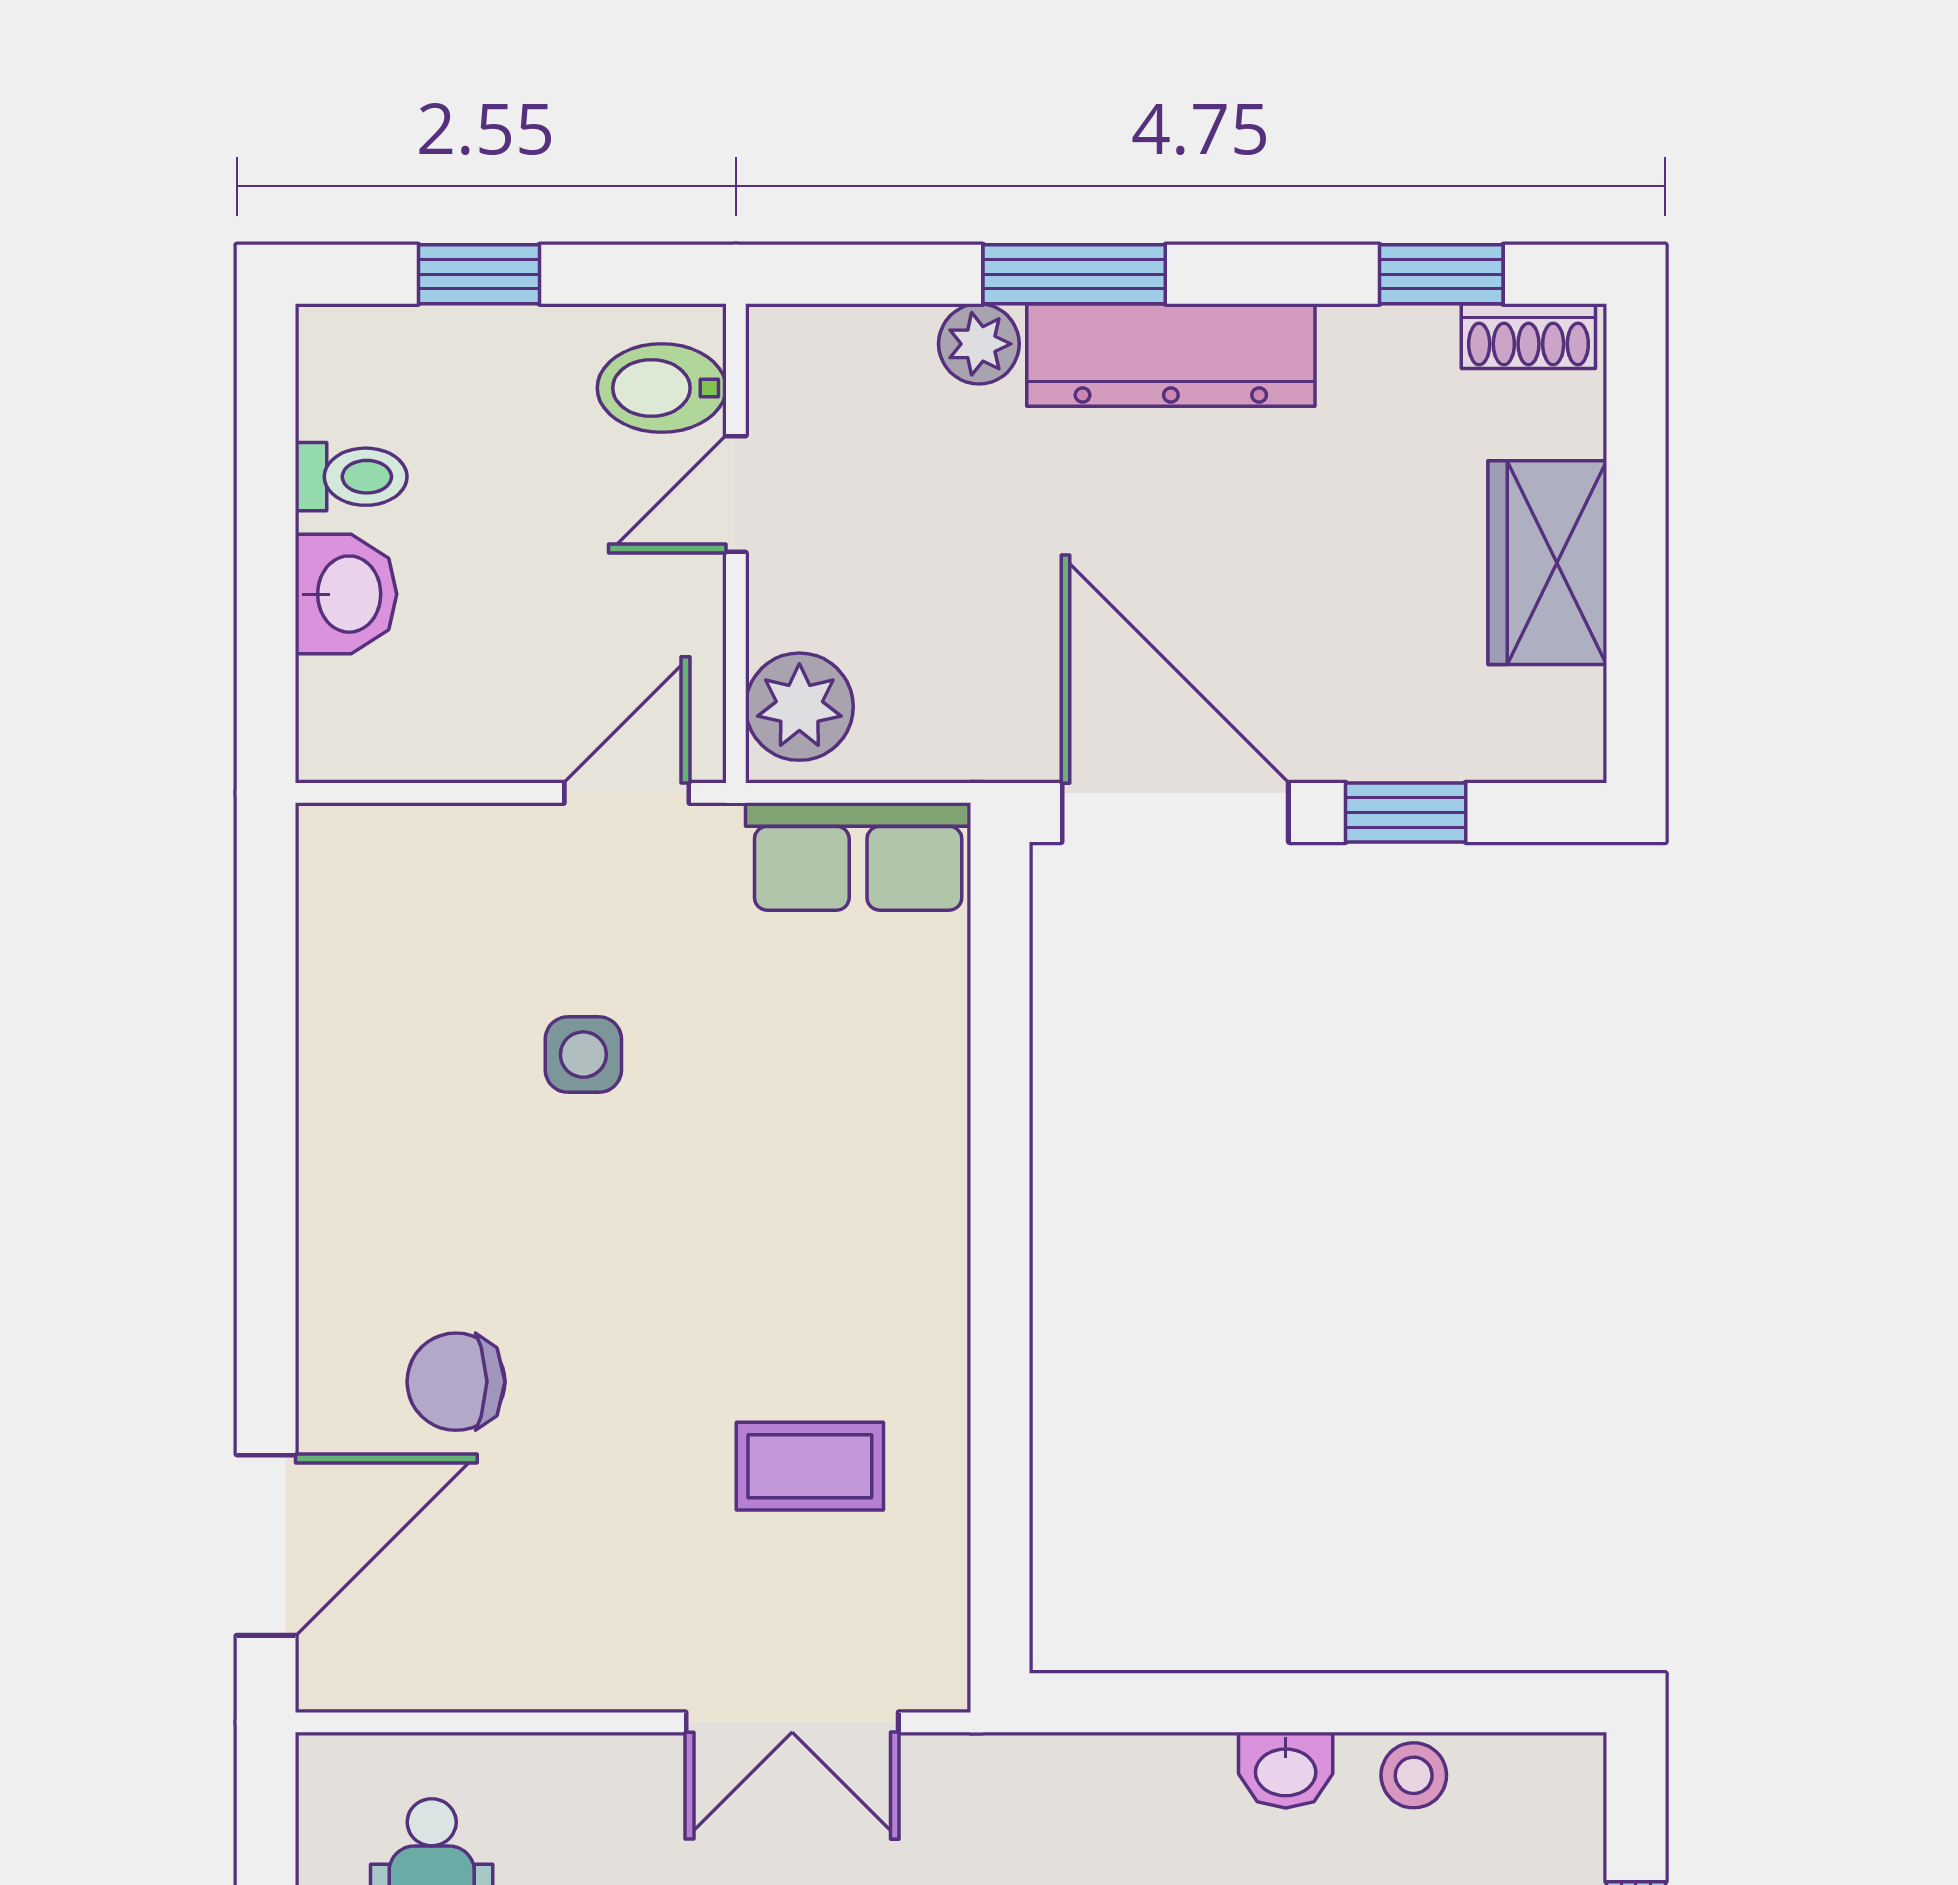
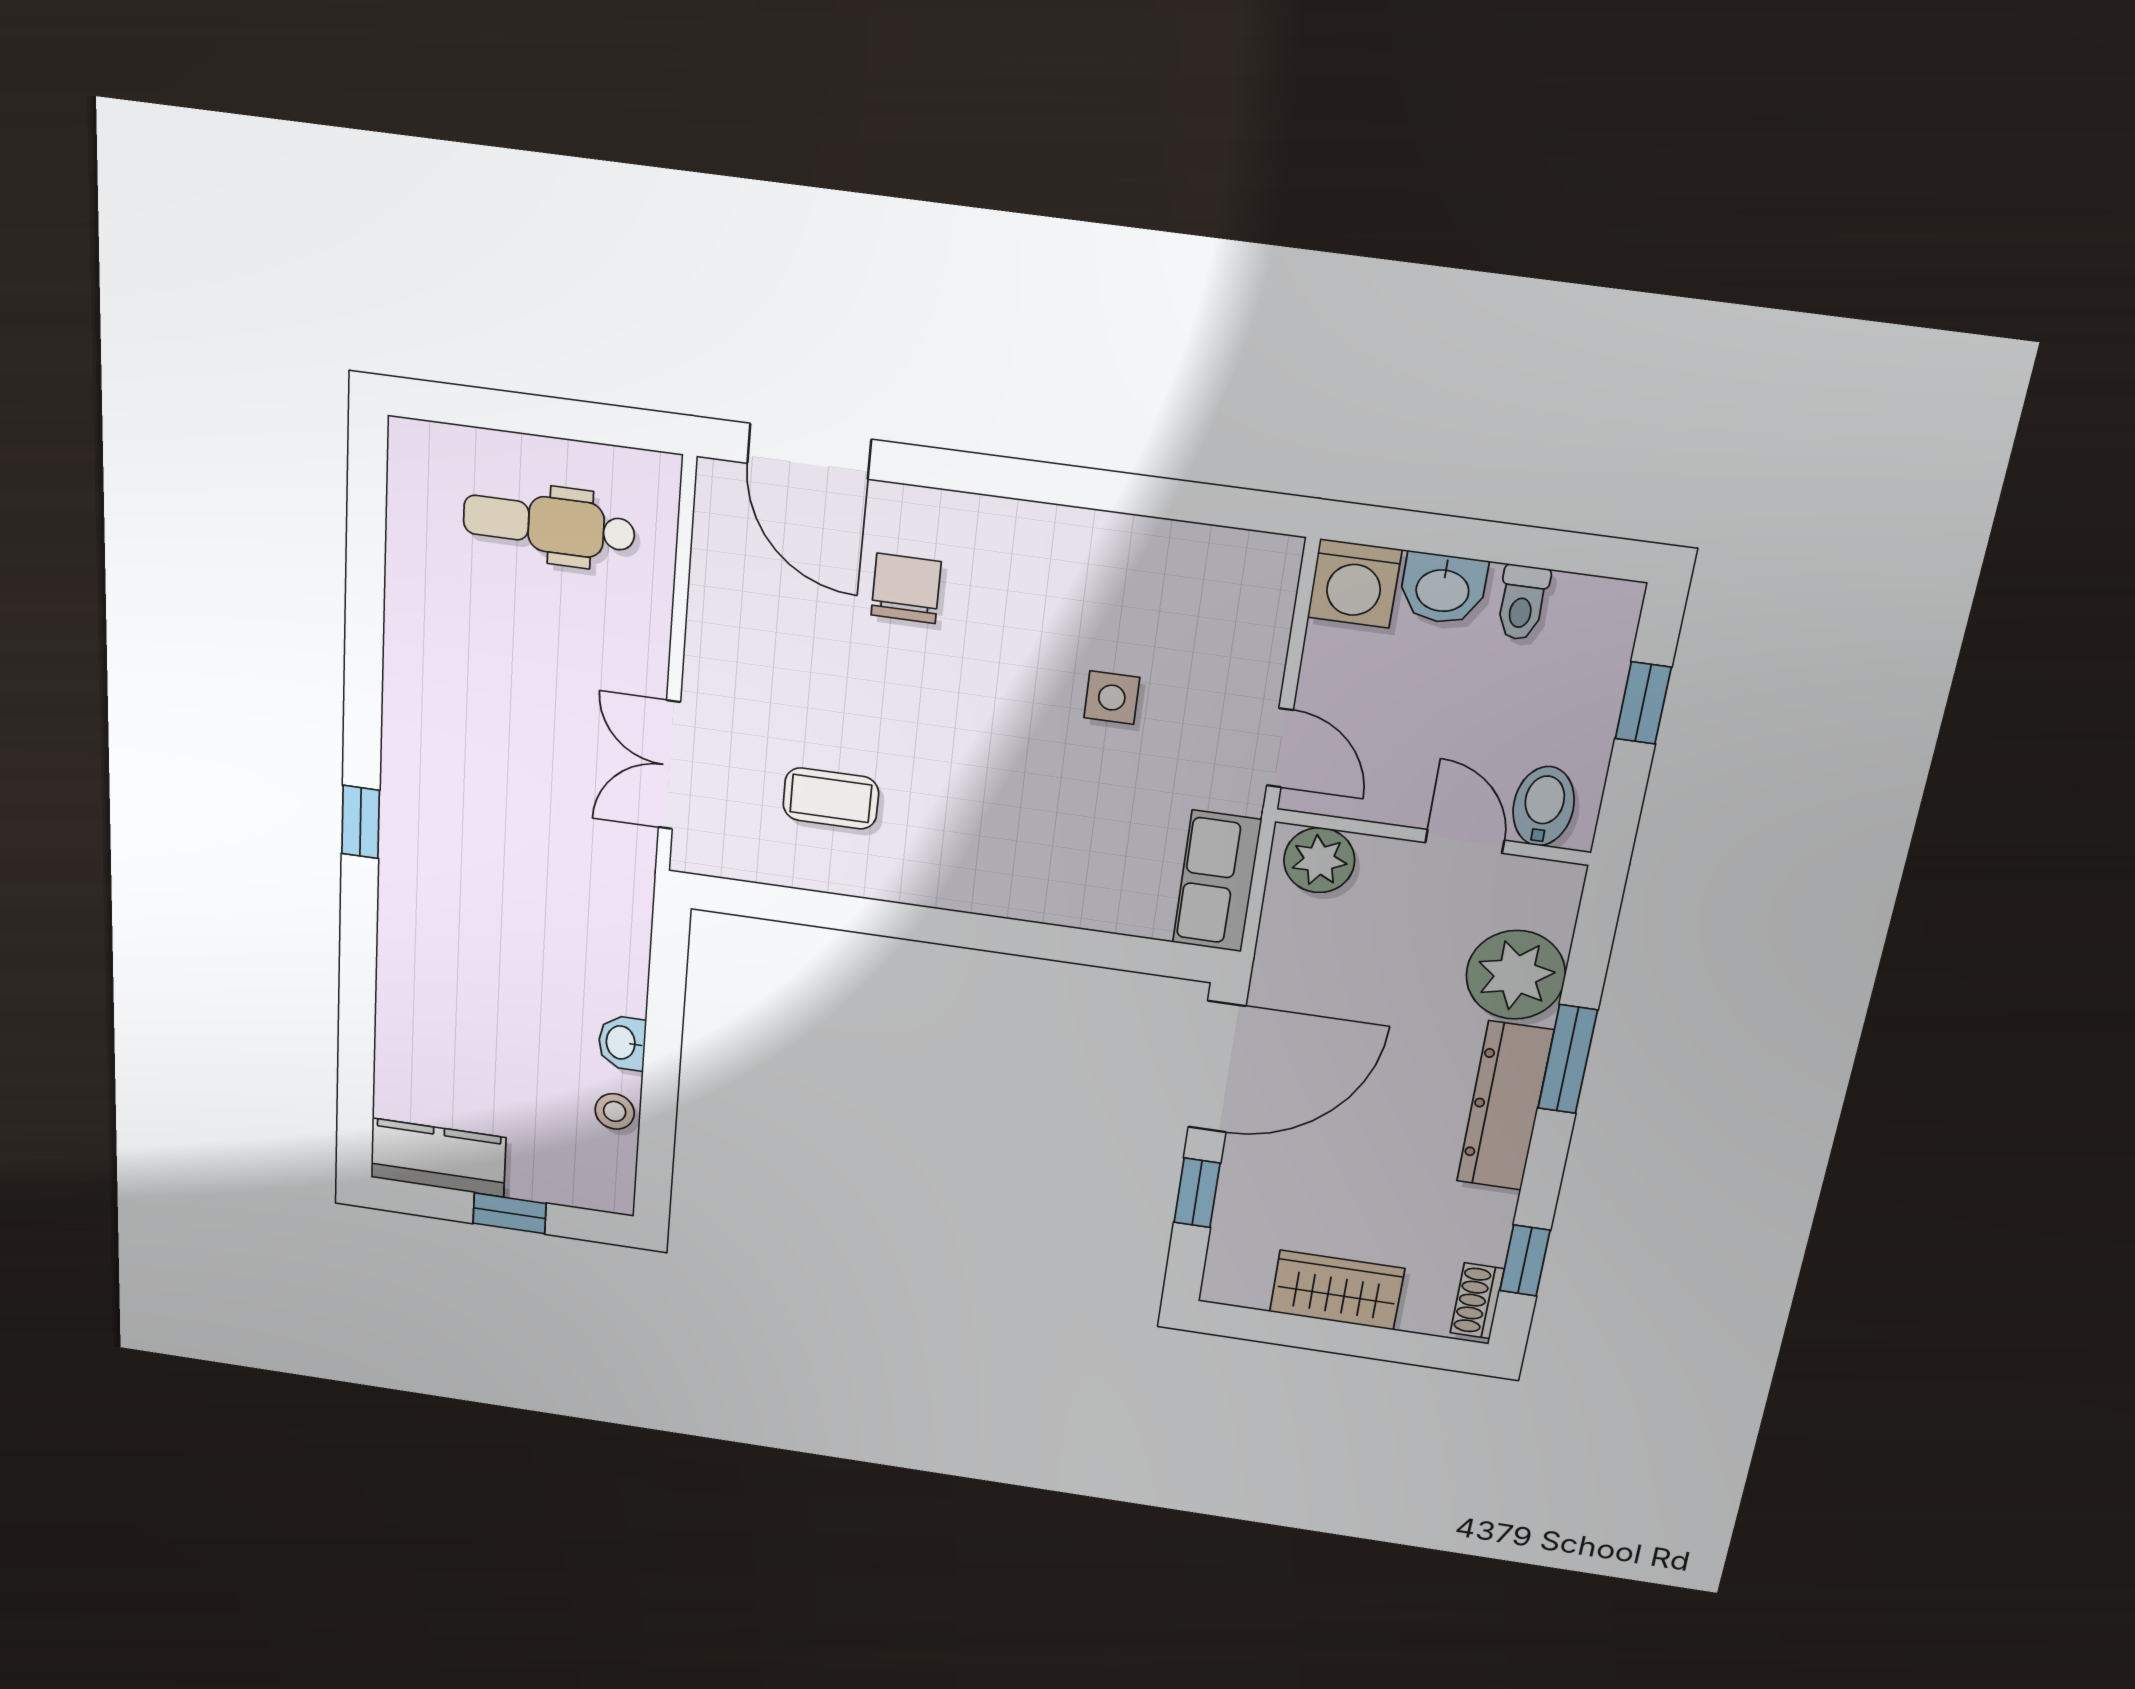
plant: (979, 344) -> (1516, 975), width x1.87, depth x1.87
washing machine: (356, 722) -> (1355, 584), added
coffee table: (810, 1466) -> (831, 798), turned 90

